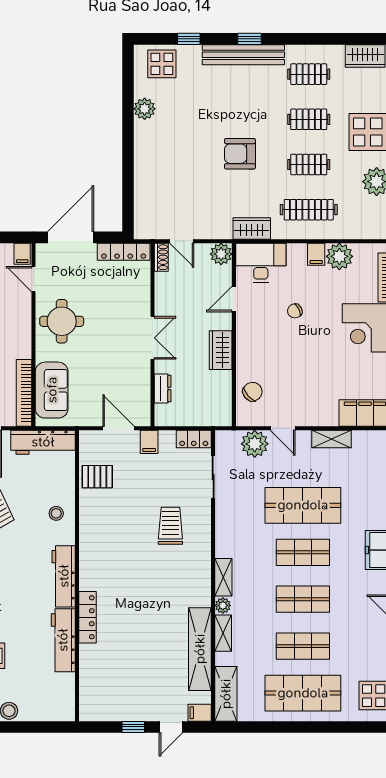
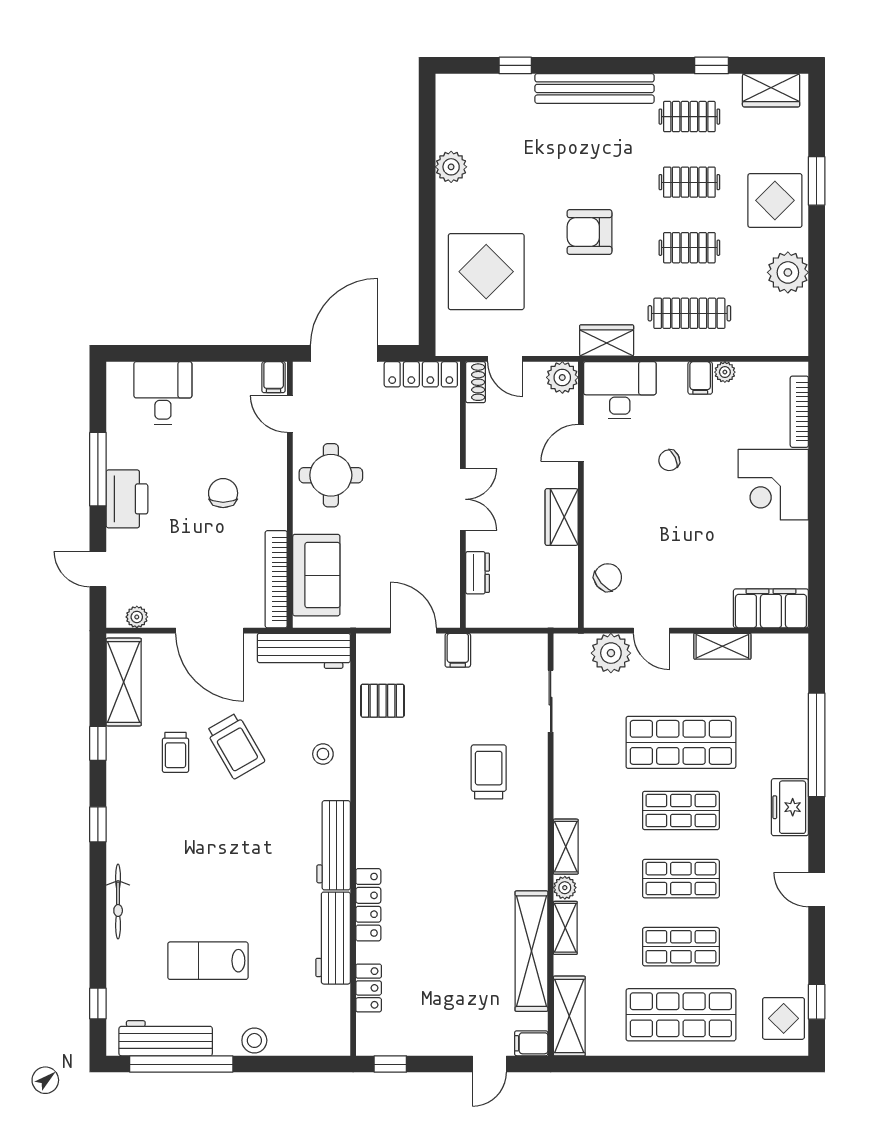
window: (250, 39) -> (711, 65), moved
display table: (162, 64) -> (486, 272), moved, width x1.86, depth x1.86
plant: (339, 256) -> (725, 372), width x0.53, depth x0.53
locker: (194, 439) -> (369, 988), moved, turned -90
window: (133, 727) -> (390, 1064), moved

